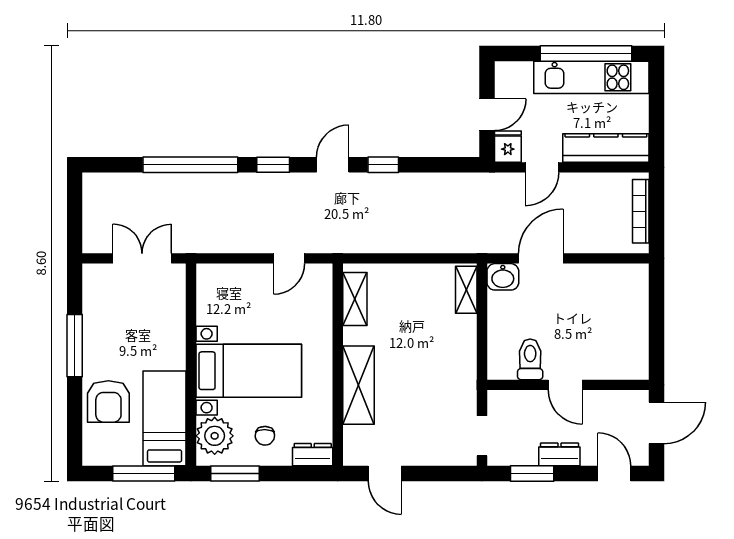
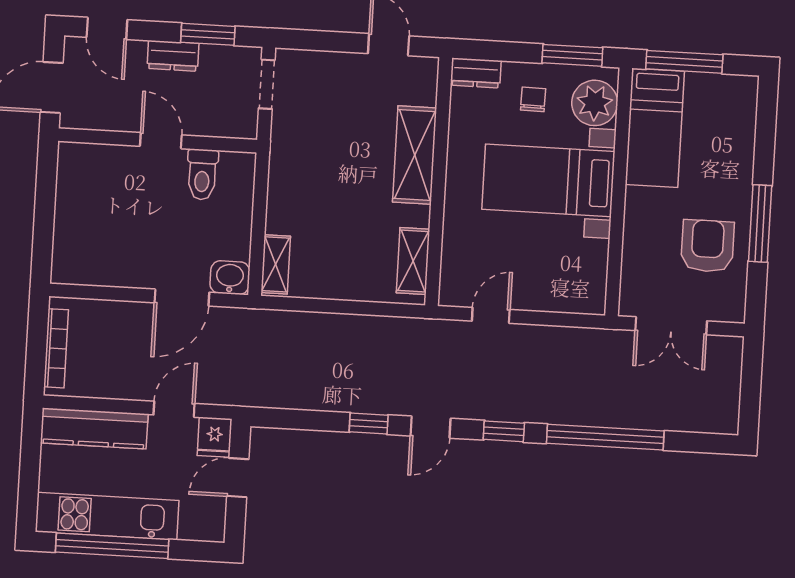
armchair: (108, 401) -> (708, 246), moved

